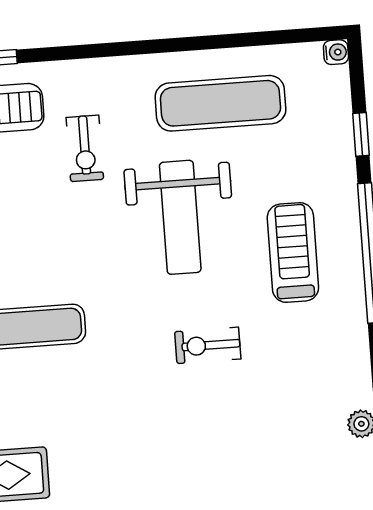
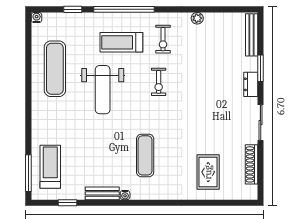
exercise bike: (85, 148) -> (163, 39), moved, turned 90
weight bench: (180, 217) -> (103, 90), turned 90

